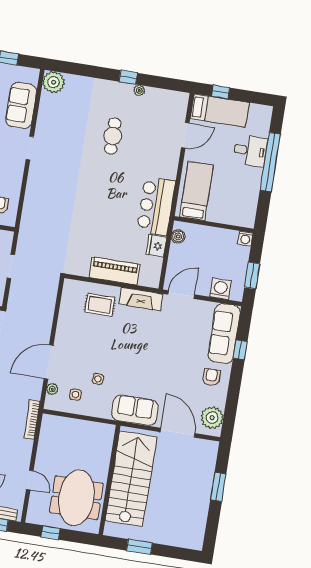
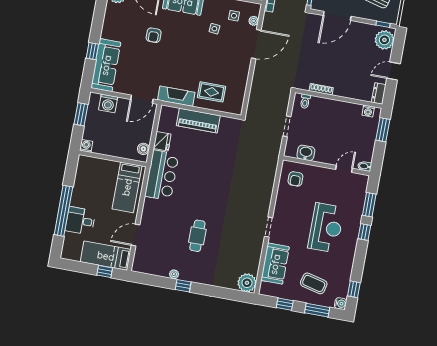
armchair: (211, 377) -> (154, 35), moved

